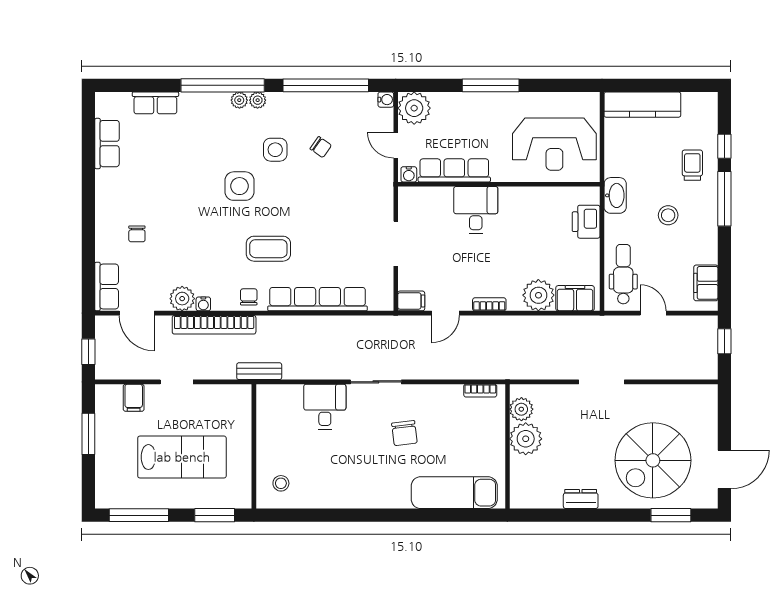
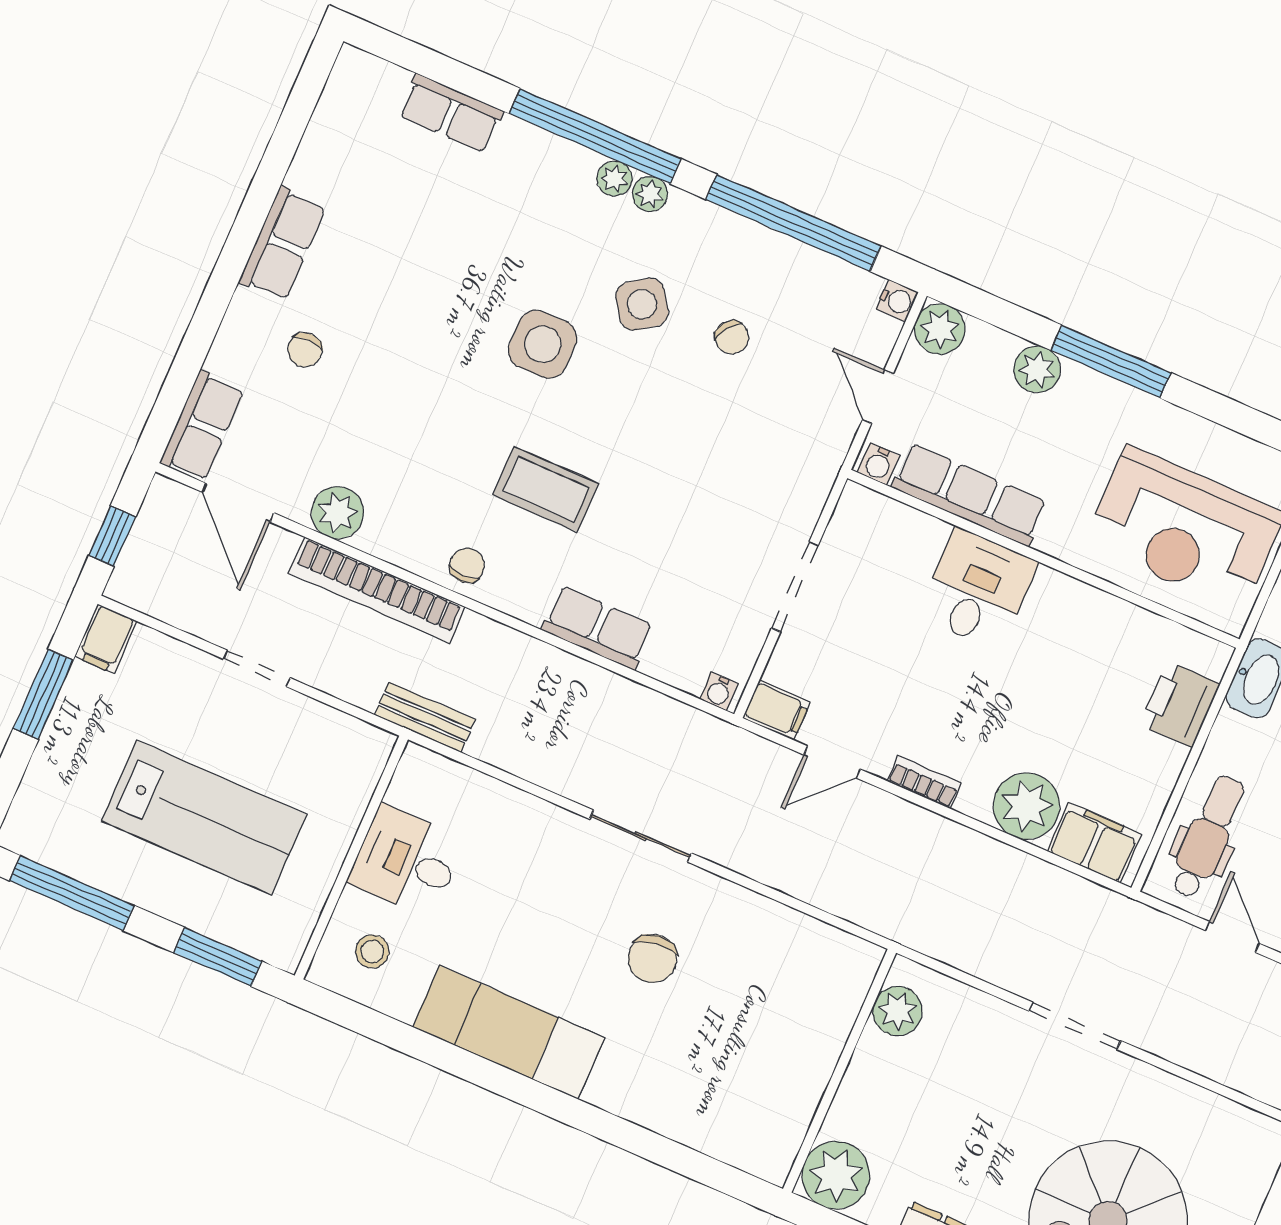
plant: (460, 103) -> (1037, 369), added
plant: (414, 108) -> (940, 329), width x0.73, depth x0.73
row of seats: (107, 144) -> (283, 244), moved
side table: (275, 150) -> (642, 304), turned -35
row of seats: (317, 299) -> (598, 628), width x0.50
water cooler: (203, 304) -> (719, 691), moved
bookcase: (480, 391) -> (834, 941), removed
filing cabinet: (134, 398) -> (106, 639), moved
desk: (325, 407) -> (406, 861), moved, turned -90
plant: (526, 439) -> (836, 1175), moved
exam couch: (454, 493) -> (509, 1032), moved

